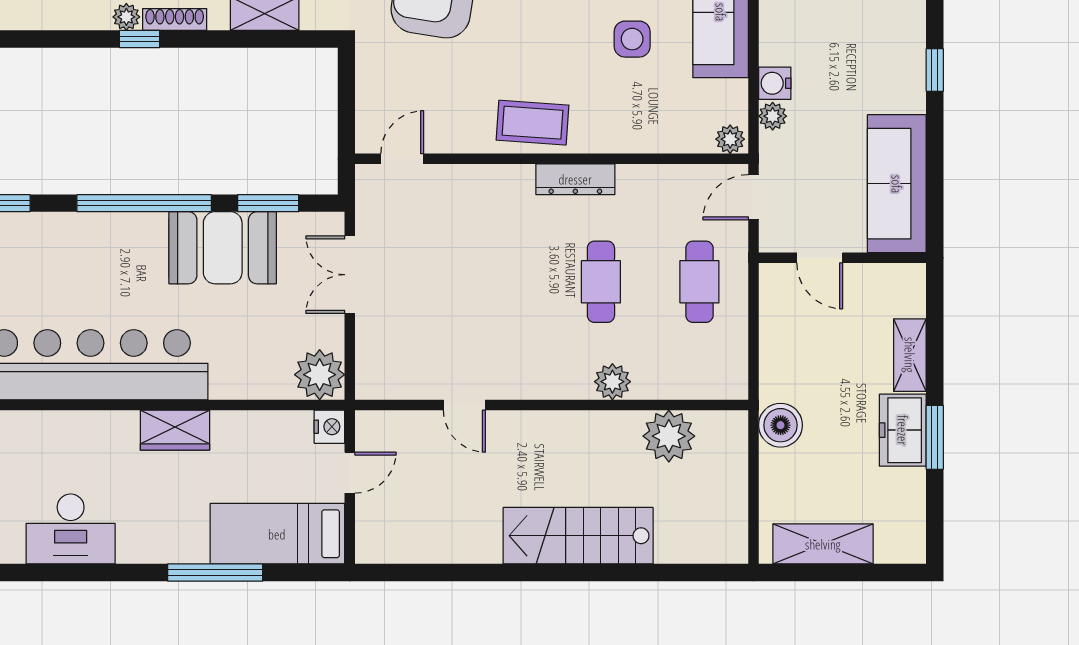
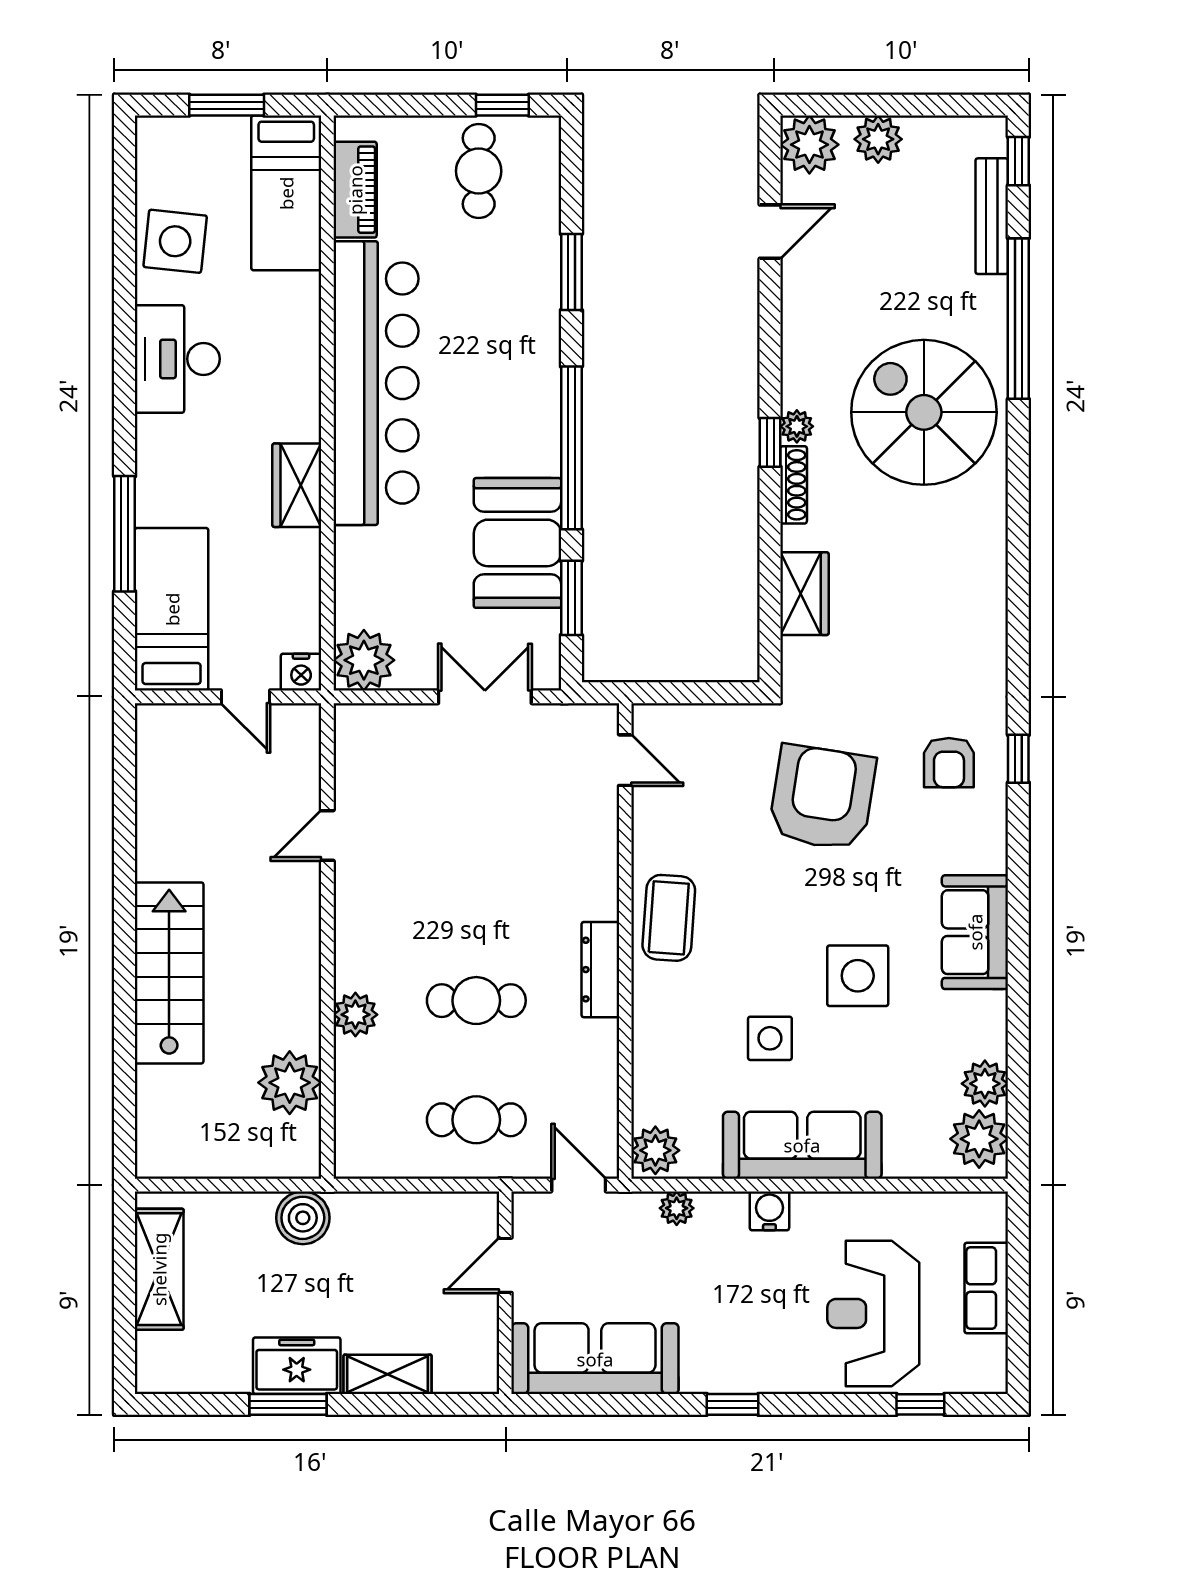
water cooler: (775, 83) -> (769, 1211), moved
plant: (730, 139) -> (655, 1150), width x1.38, depth x1.38

